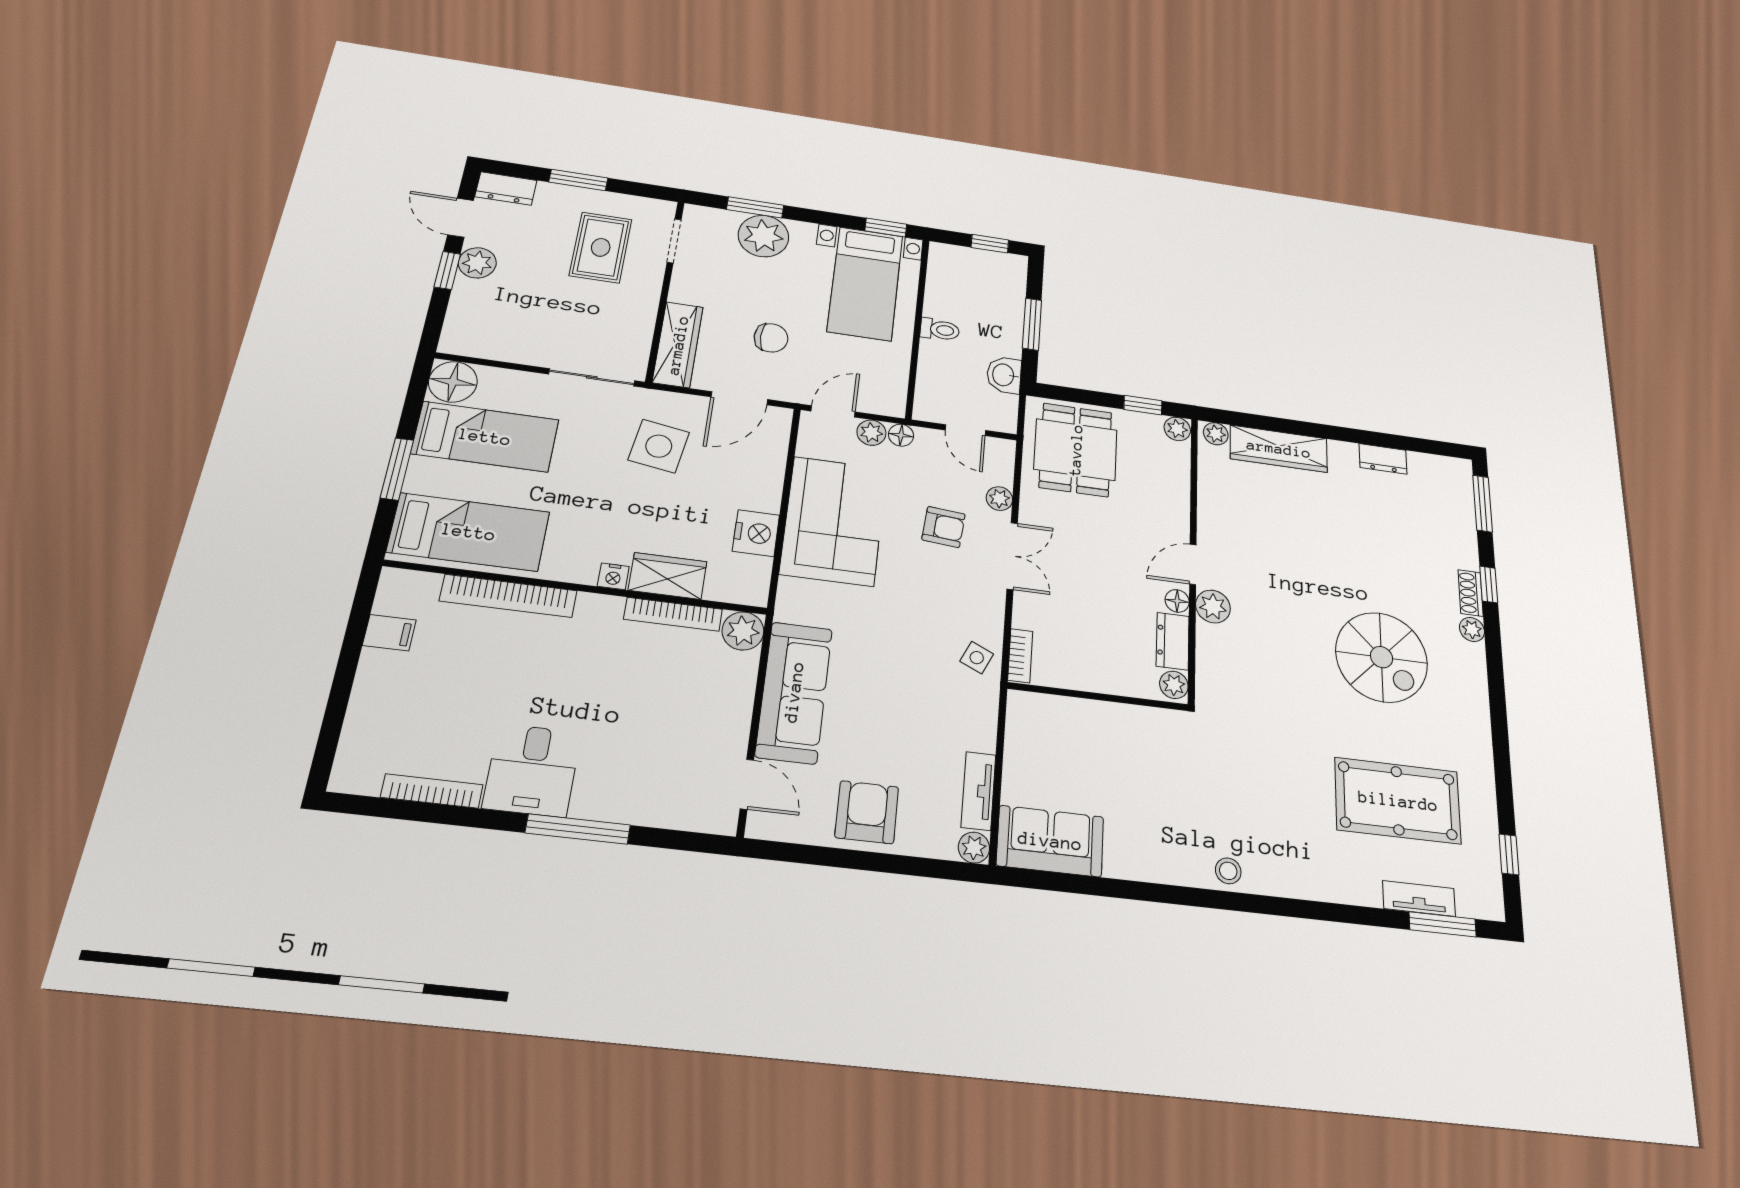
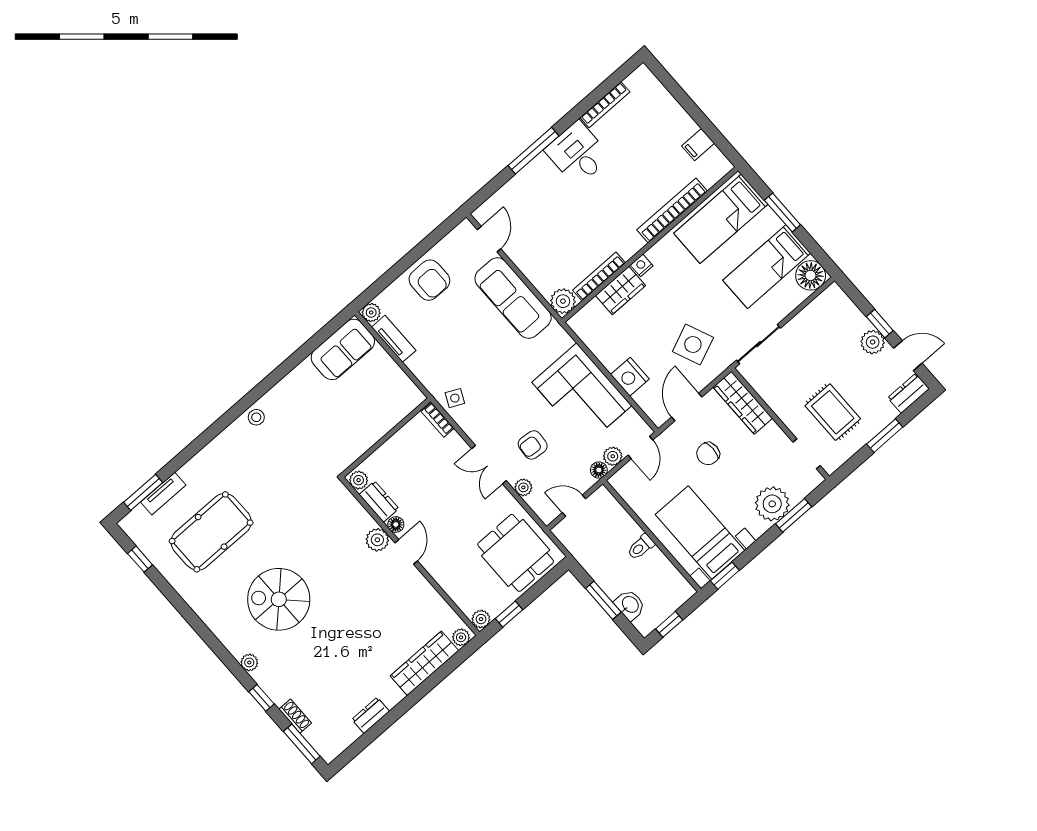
washbasin: (1004, 375) -> (630, 605), moved
side table: (659, 446) -> (693, 344), turned -32
nightstand: (756, 533) -> (630, 377), moved
shoe rack: (1471, 593) -> (295, 716), moved
door: (747, 784) -> (489, 239), swing flipped

